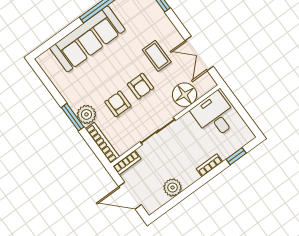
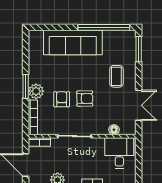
double door: (199, 54) -> (139, 105), swing flipped
coffee table: (157, 56) -> (116, 76), moved
armchair: (140, 86) -> (85, 99), turned -91
floor lamp: (185, 95) -> (114, 130), width x0.53, depth x0.53

